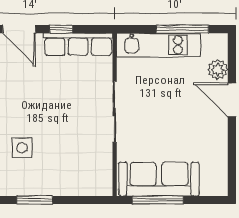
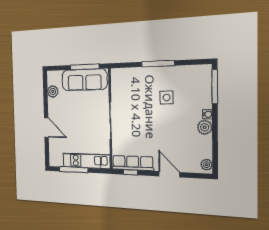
window: (61, 29) -> (130, 172), moved
plant: (218, 70) -> (53, 91), moved
window: (35, 200) -> (158, 64), width x1.44

